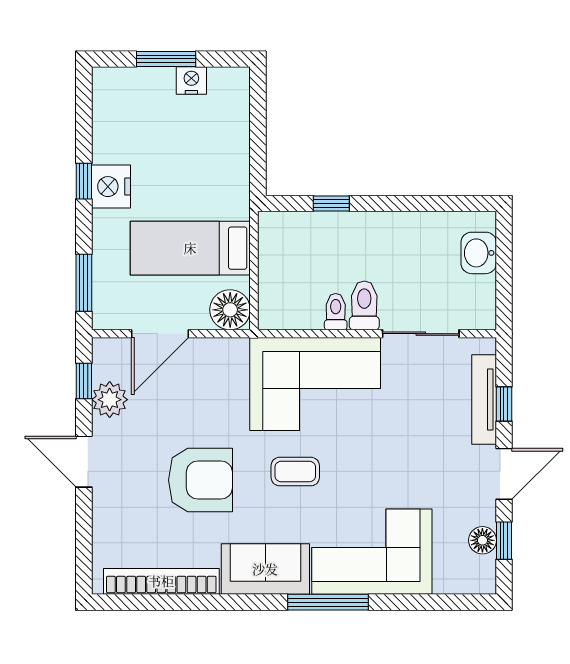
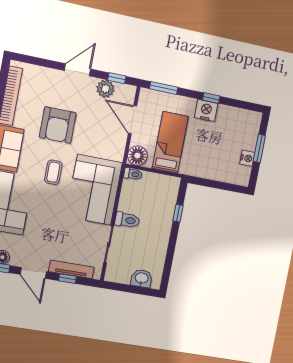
toilet: (336, 312) -> (133, 174), moved

